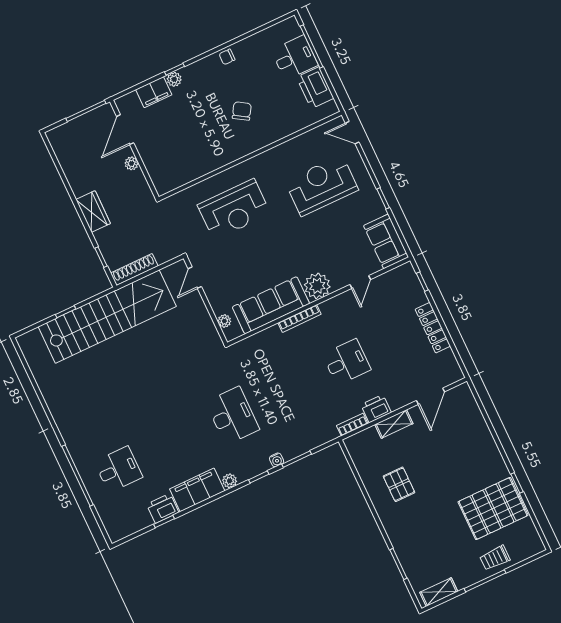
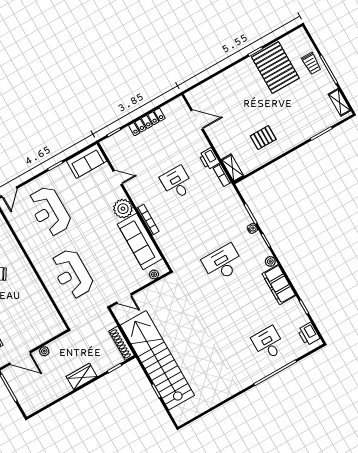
reception desk: (234, 209) -> (72, 274), turned 180
shelving: (394, 424) -> (233, 168), moved
printer: (163, 508) -> (309, 334), moved

